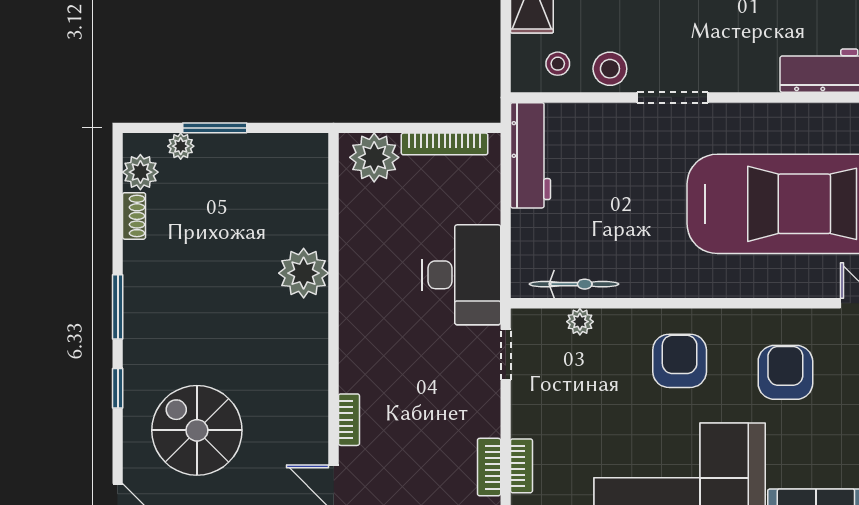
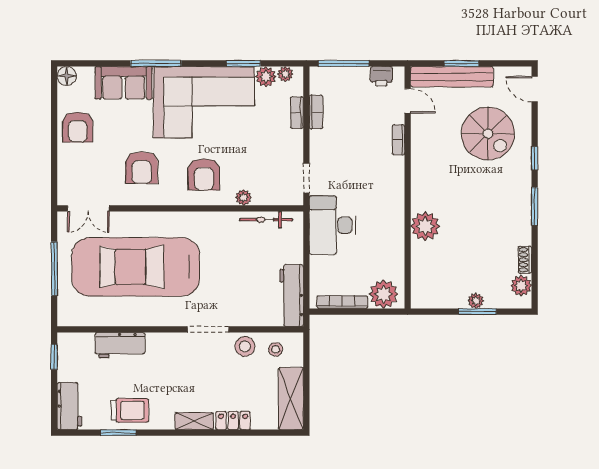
plant: (181, 146) -> (476, 301), moved
plant: (580, 322) -> (243, 198), moved

